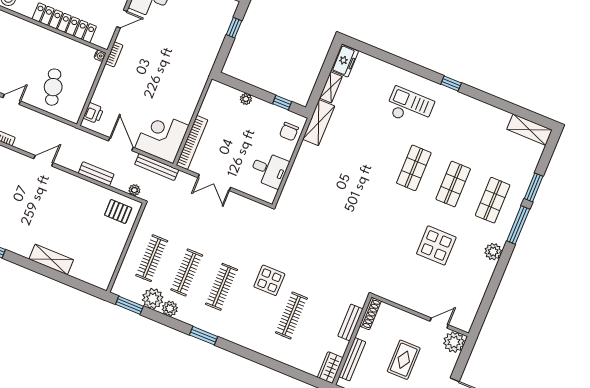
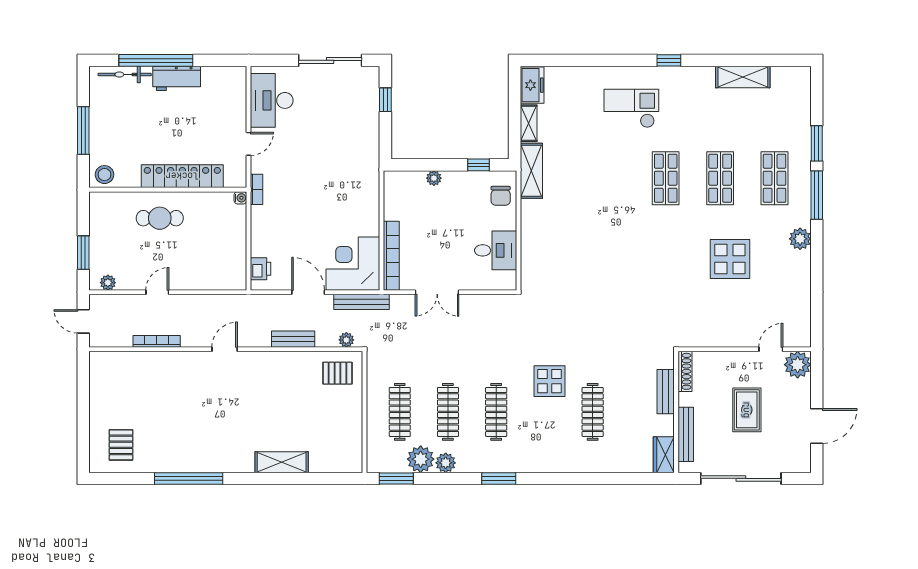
cafe table: (53, 87) -> (160, 218), moved, turned -74
shelving: (530, 130) -> (743, 77), moved

